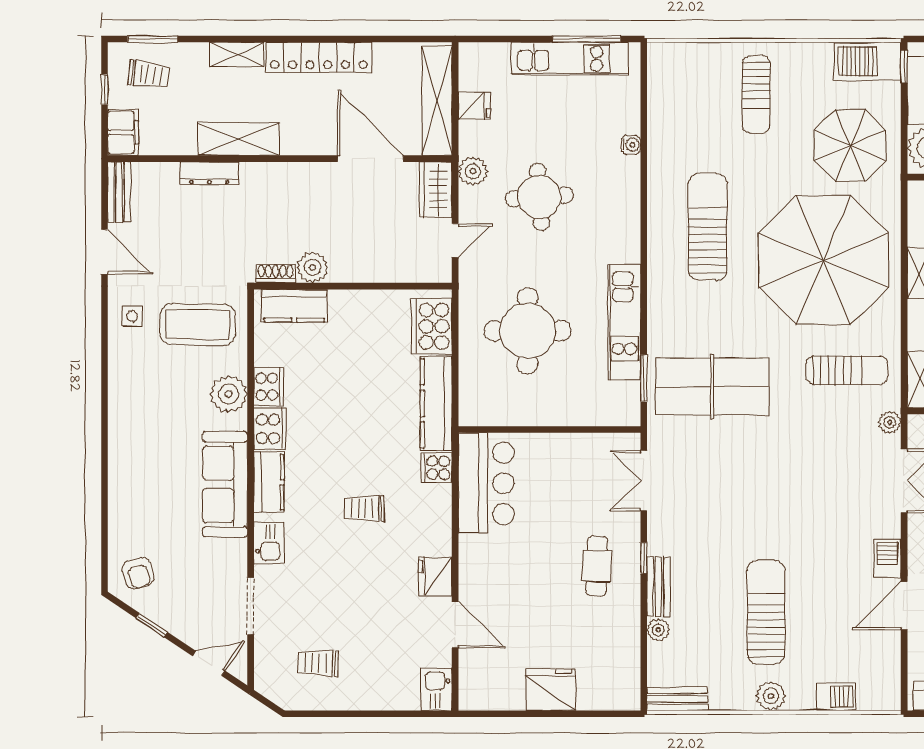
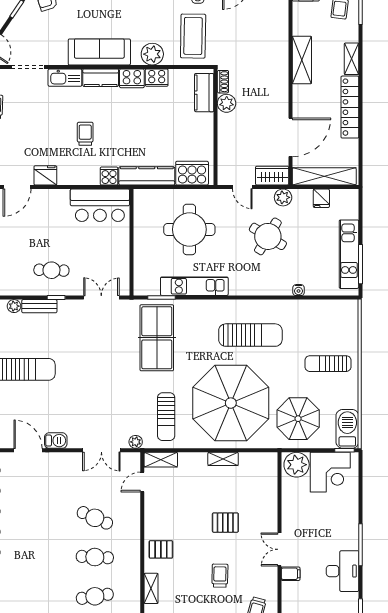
dresser: (209, 173) -> (282, 43), removed
round table: (539, 197) -> (268, 236), turned 35
kitchen sink: (269, 543) -> (65, 78), width x1.38

